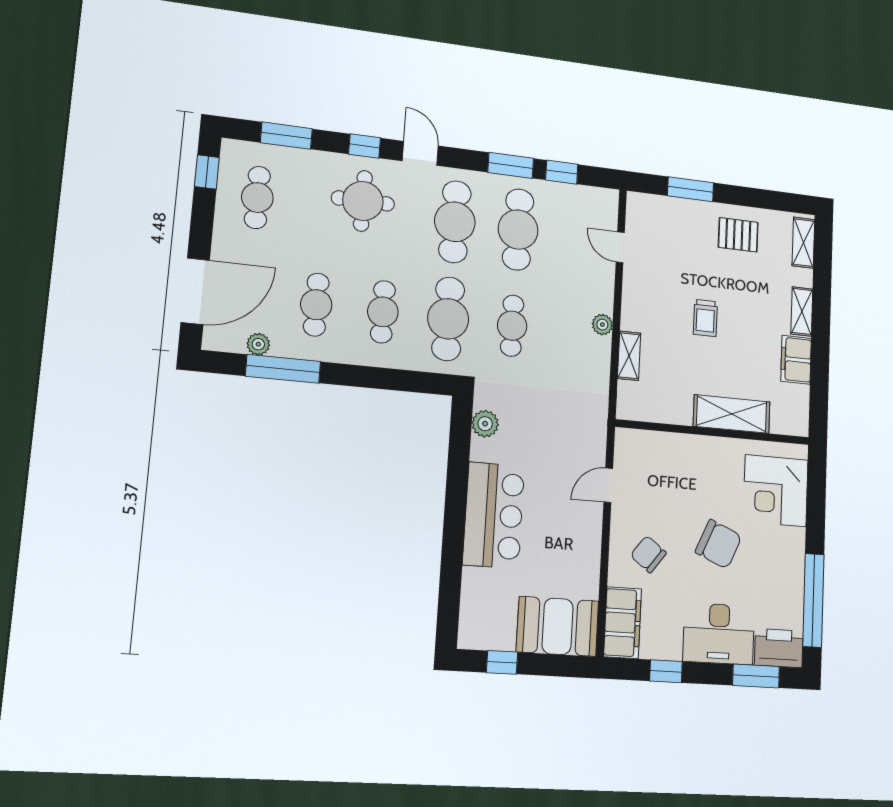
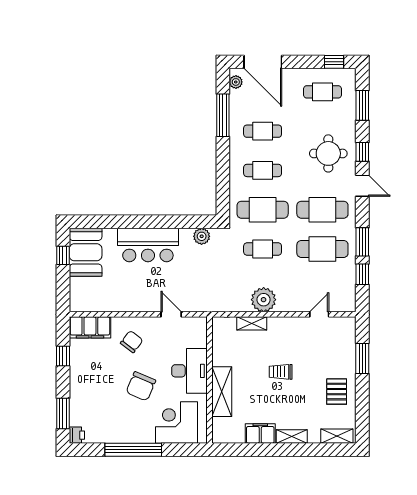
door: (420, 153) -> (362, 186), hinge flipped
plant: (602, 325) -> (264, 300), width x1.88, depth x1.88
plant: (258, 344) -> (236, 82), moved
window: (813, 600) -> (133, 450), moved
booth: (558, 626) -> (86, 252), moved
desk: (719, 634) -> (189, 371), moved, turned 180
printer: (779, 648) -> (77, 435), width x0.53, depth x0.68

